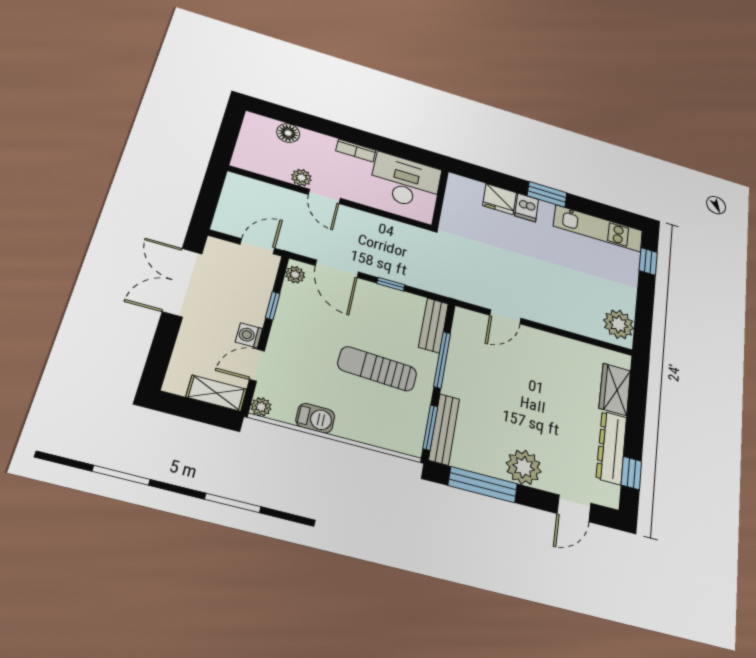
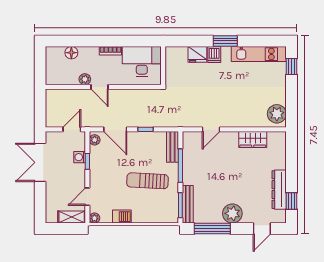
washing machine: (249, 335) -> (80, 157), moved
wardrobe: (615, 389) -> (253, 139), moved, turned -90

